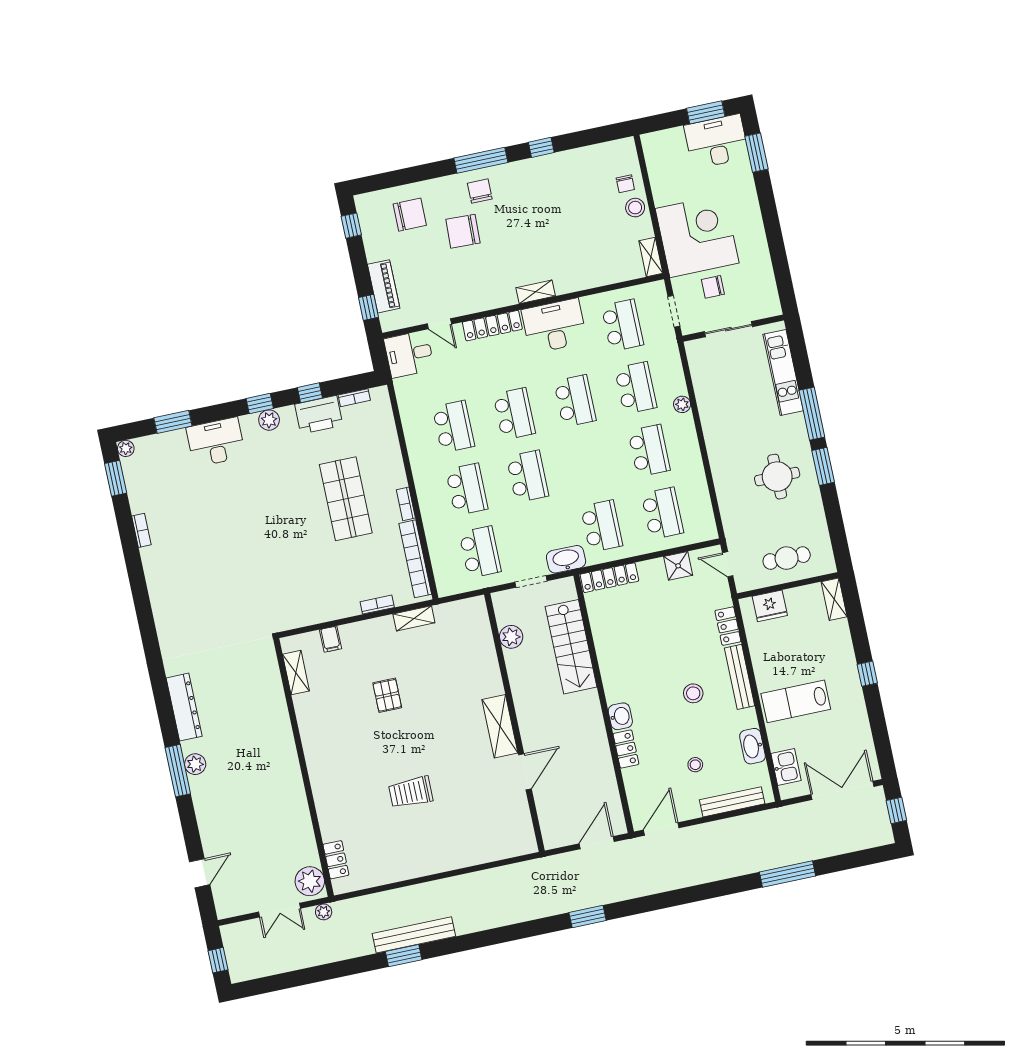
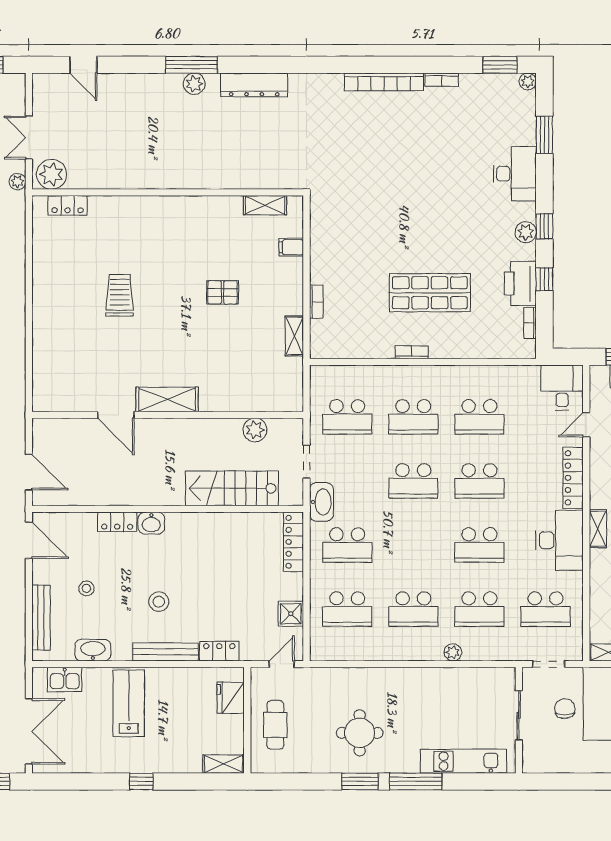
bookcase: (415, 559) -> (384, 82), moved, turned 180

